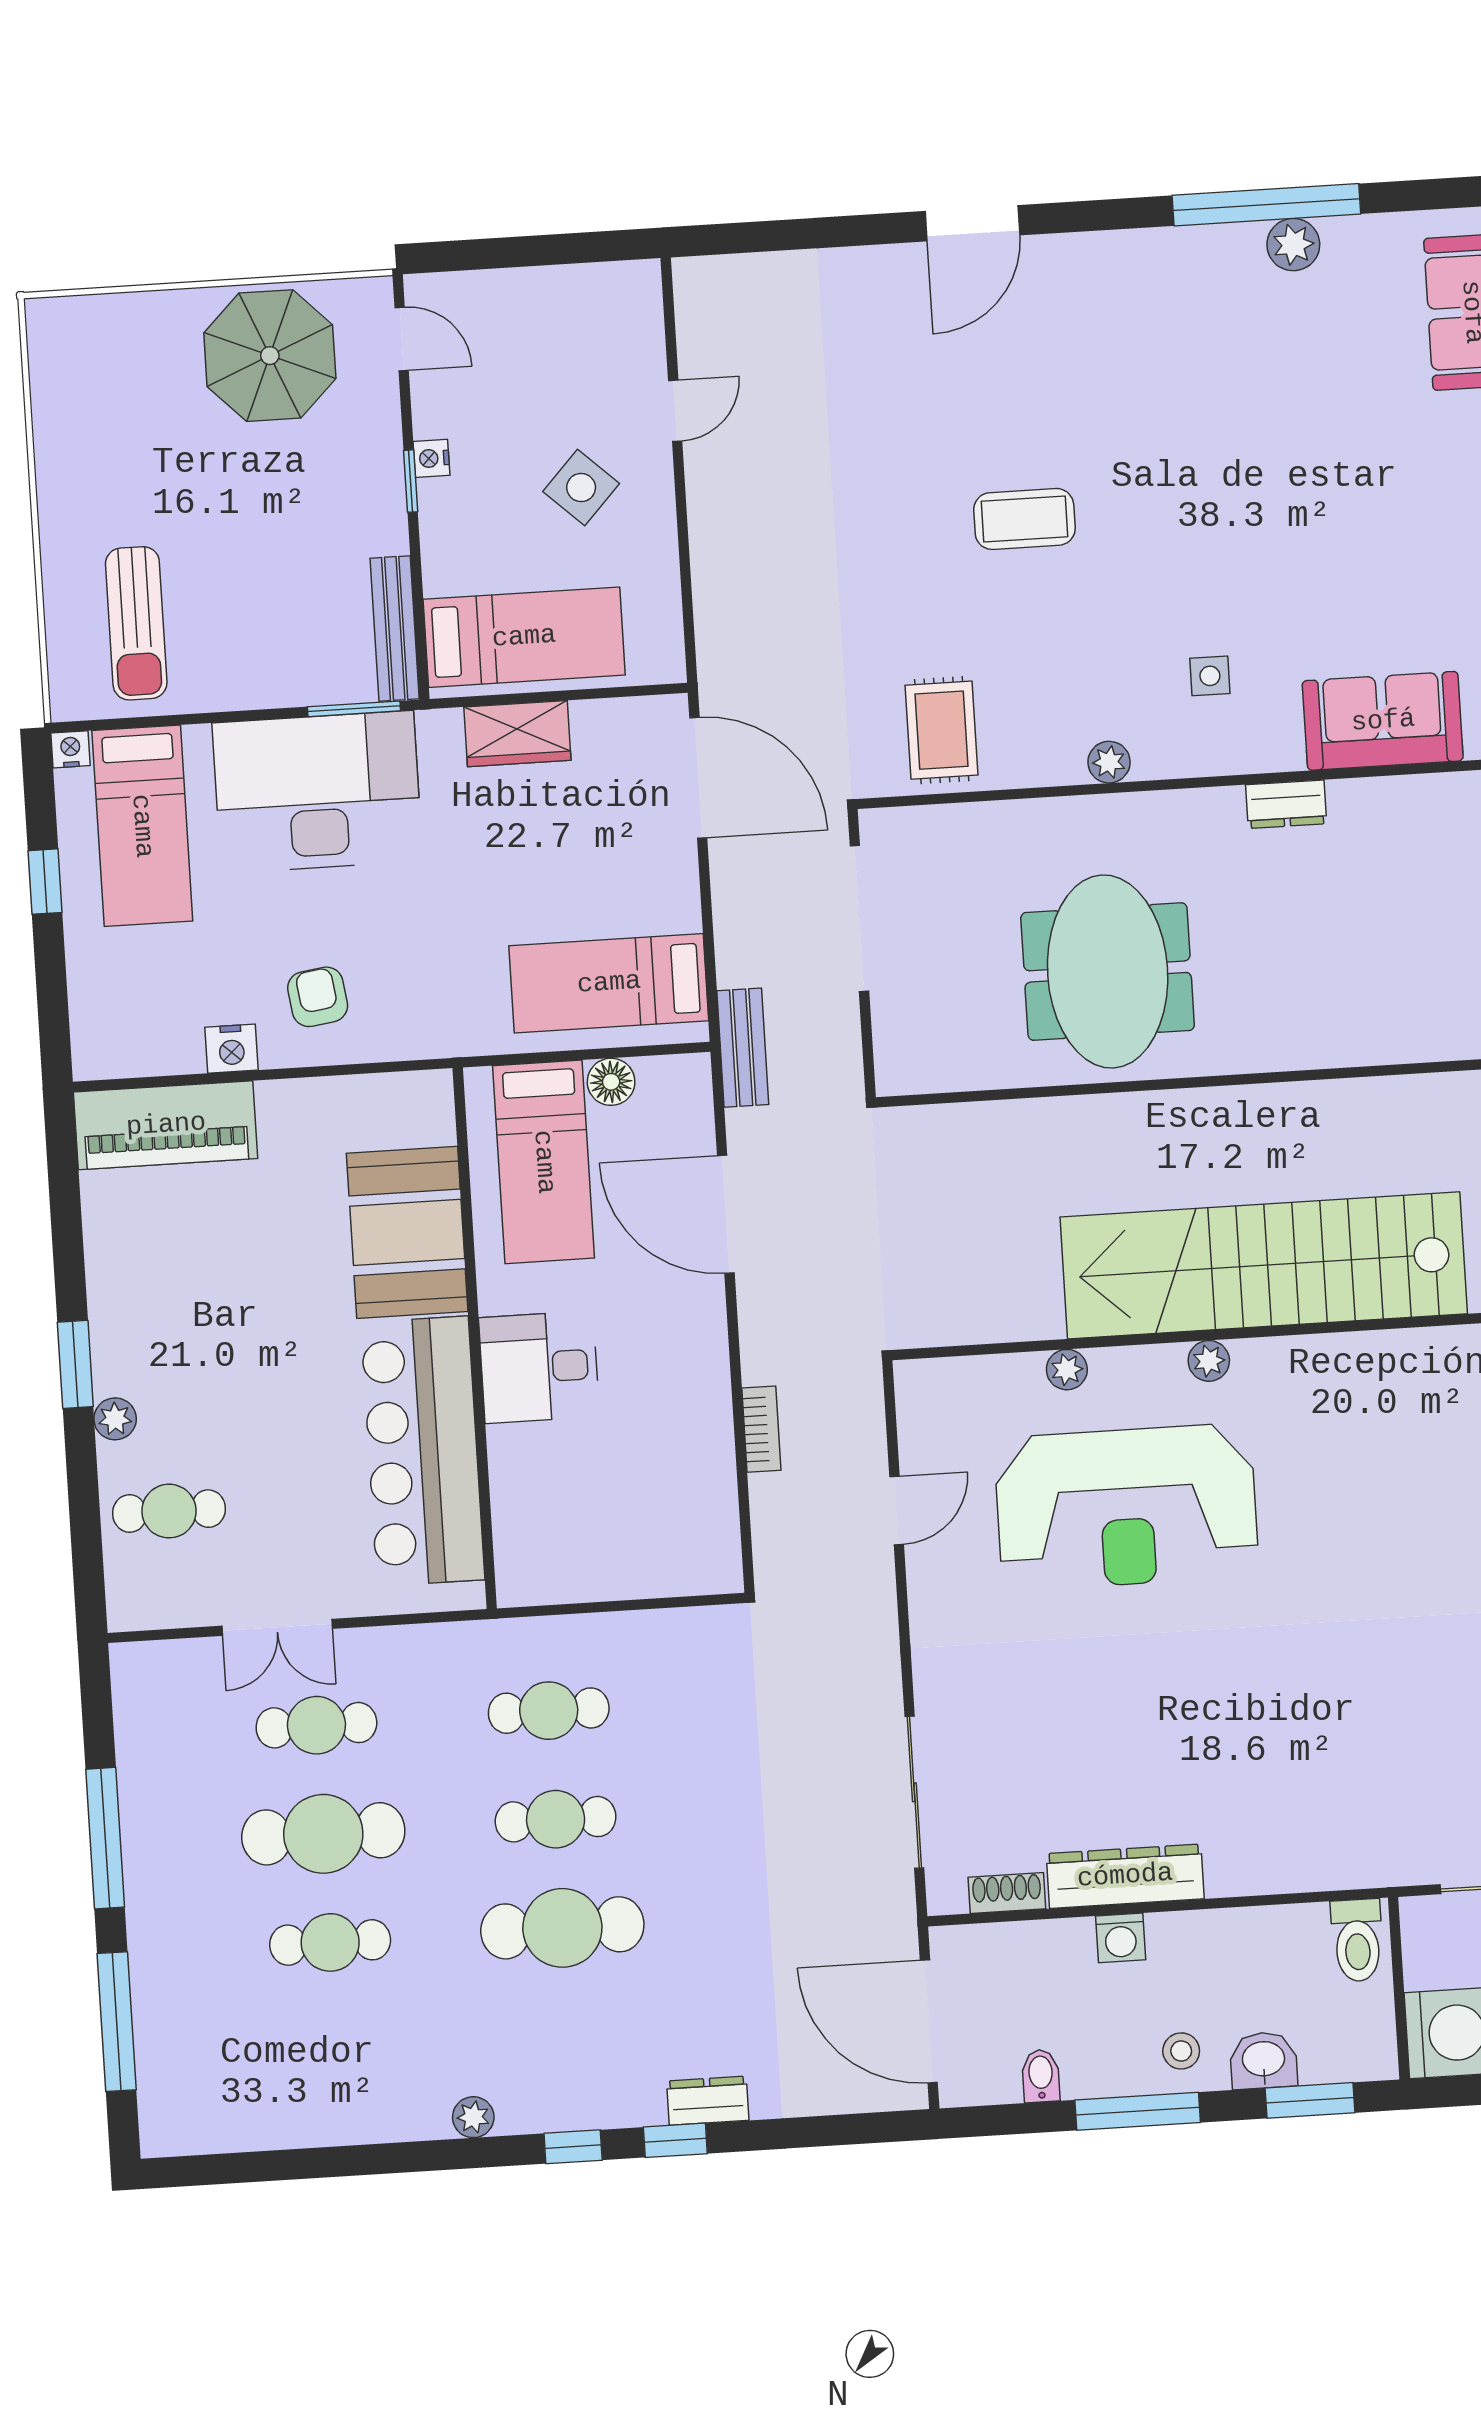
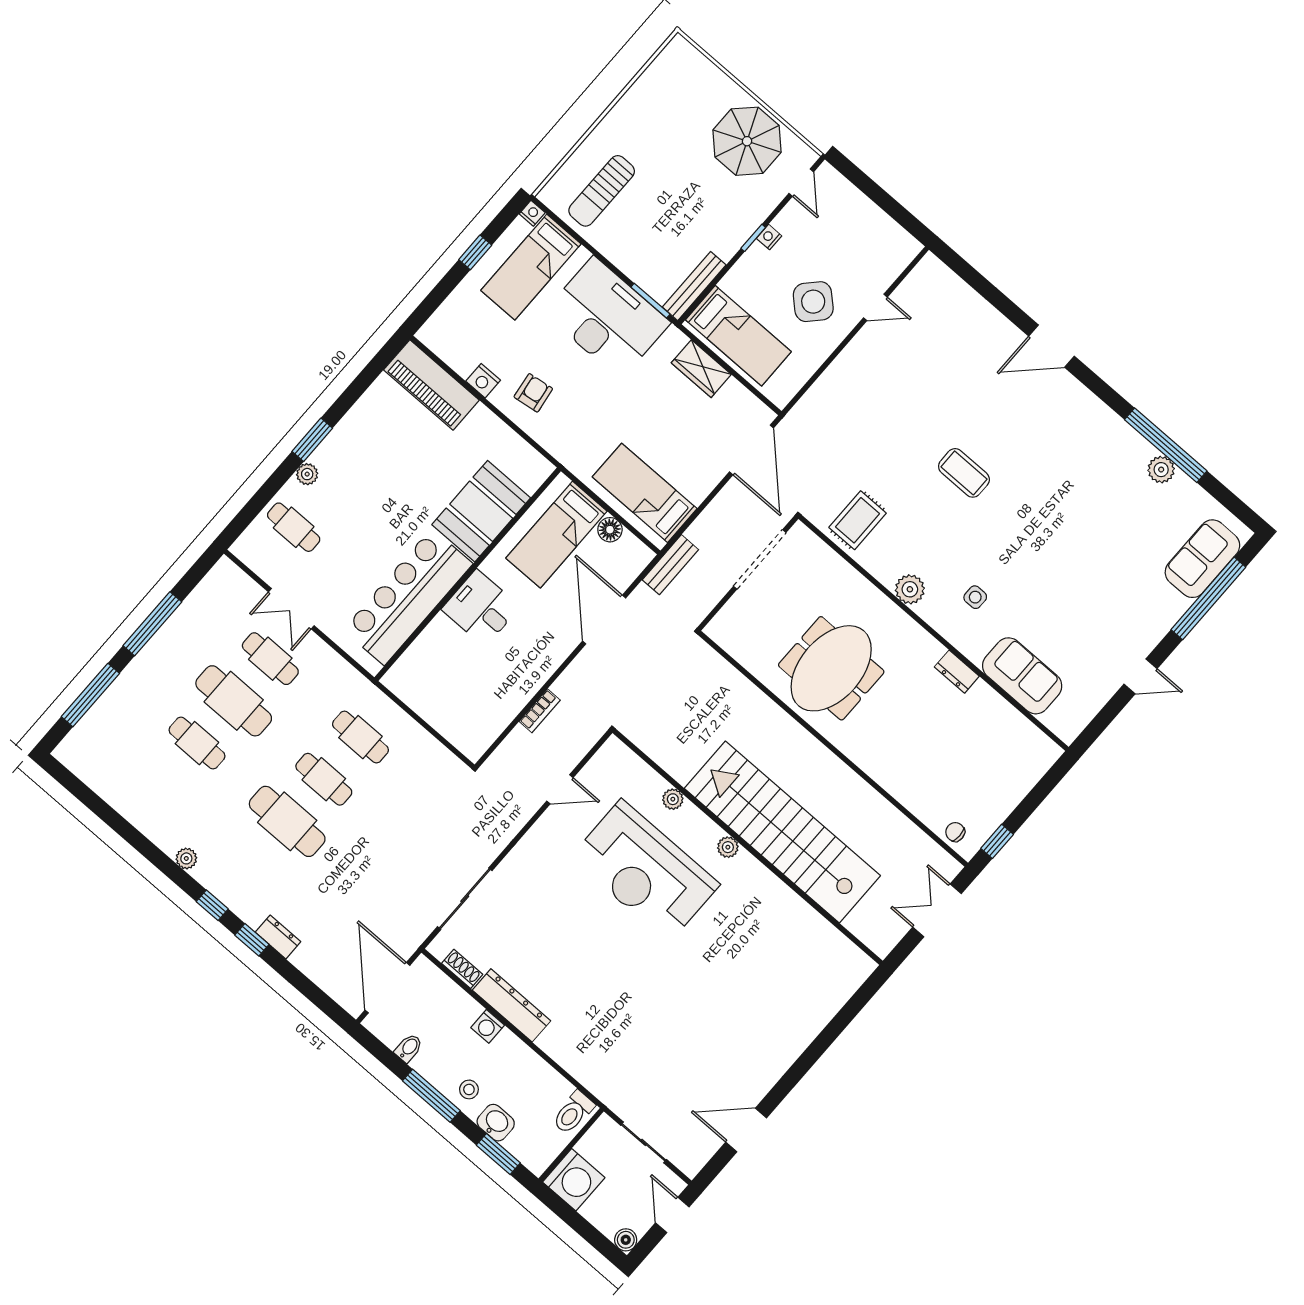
side table: (581, 488) -> (813, 302), width x1.37, depth x1.37
plant: (1109, 762) -> (910, 589), width x1.38, depth x1.38

